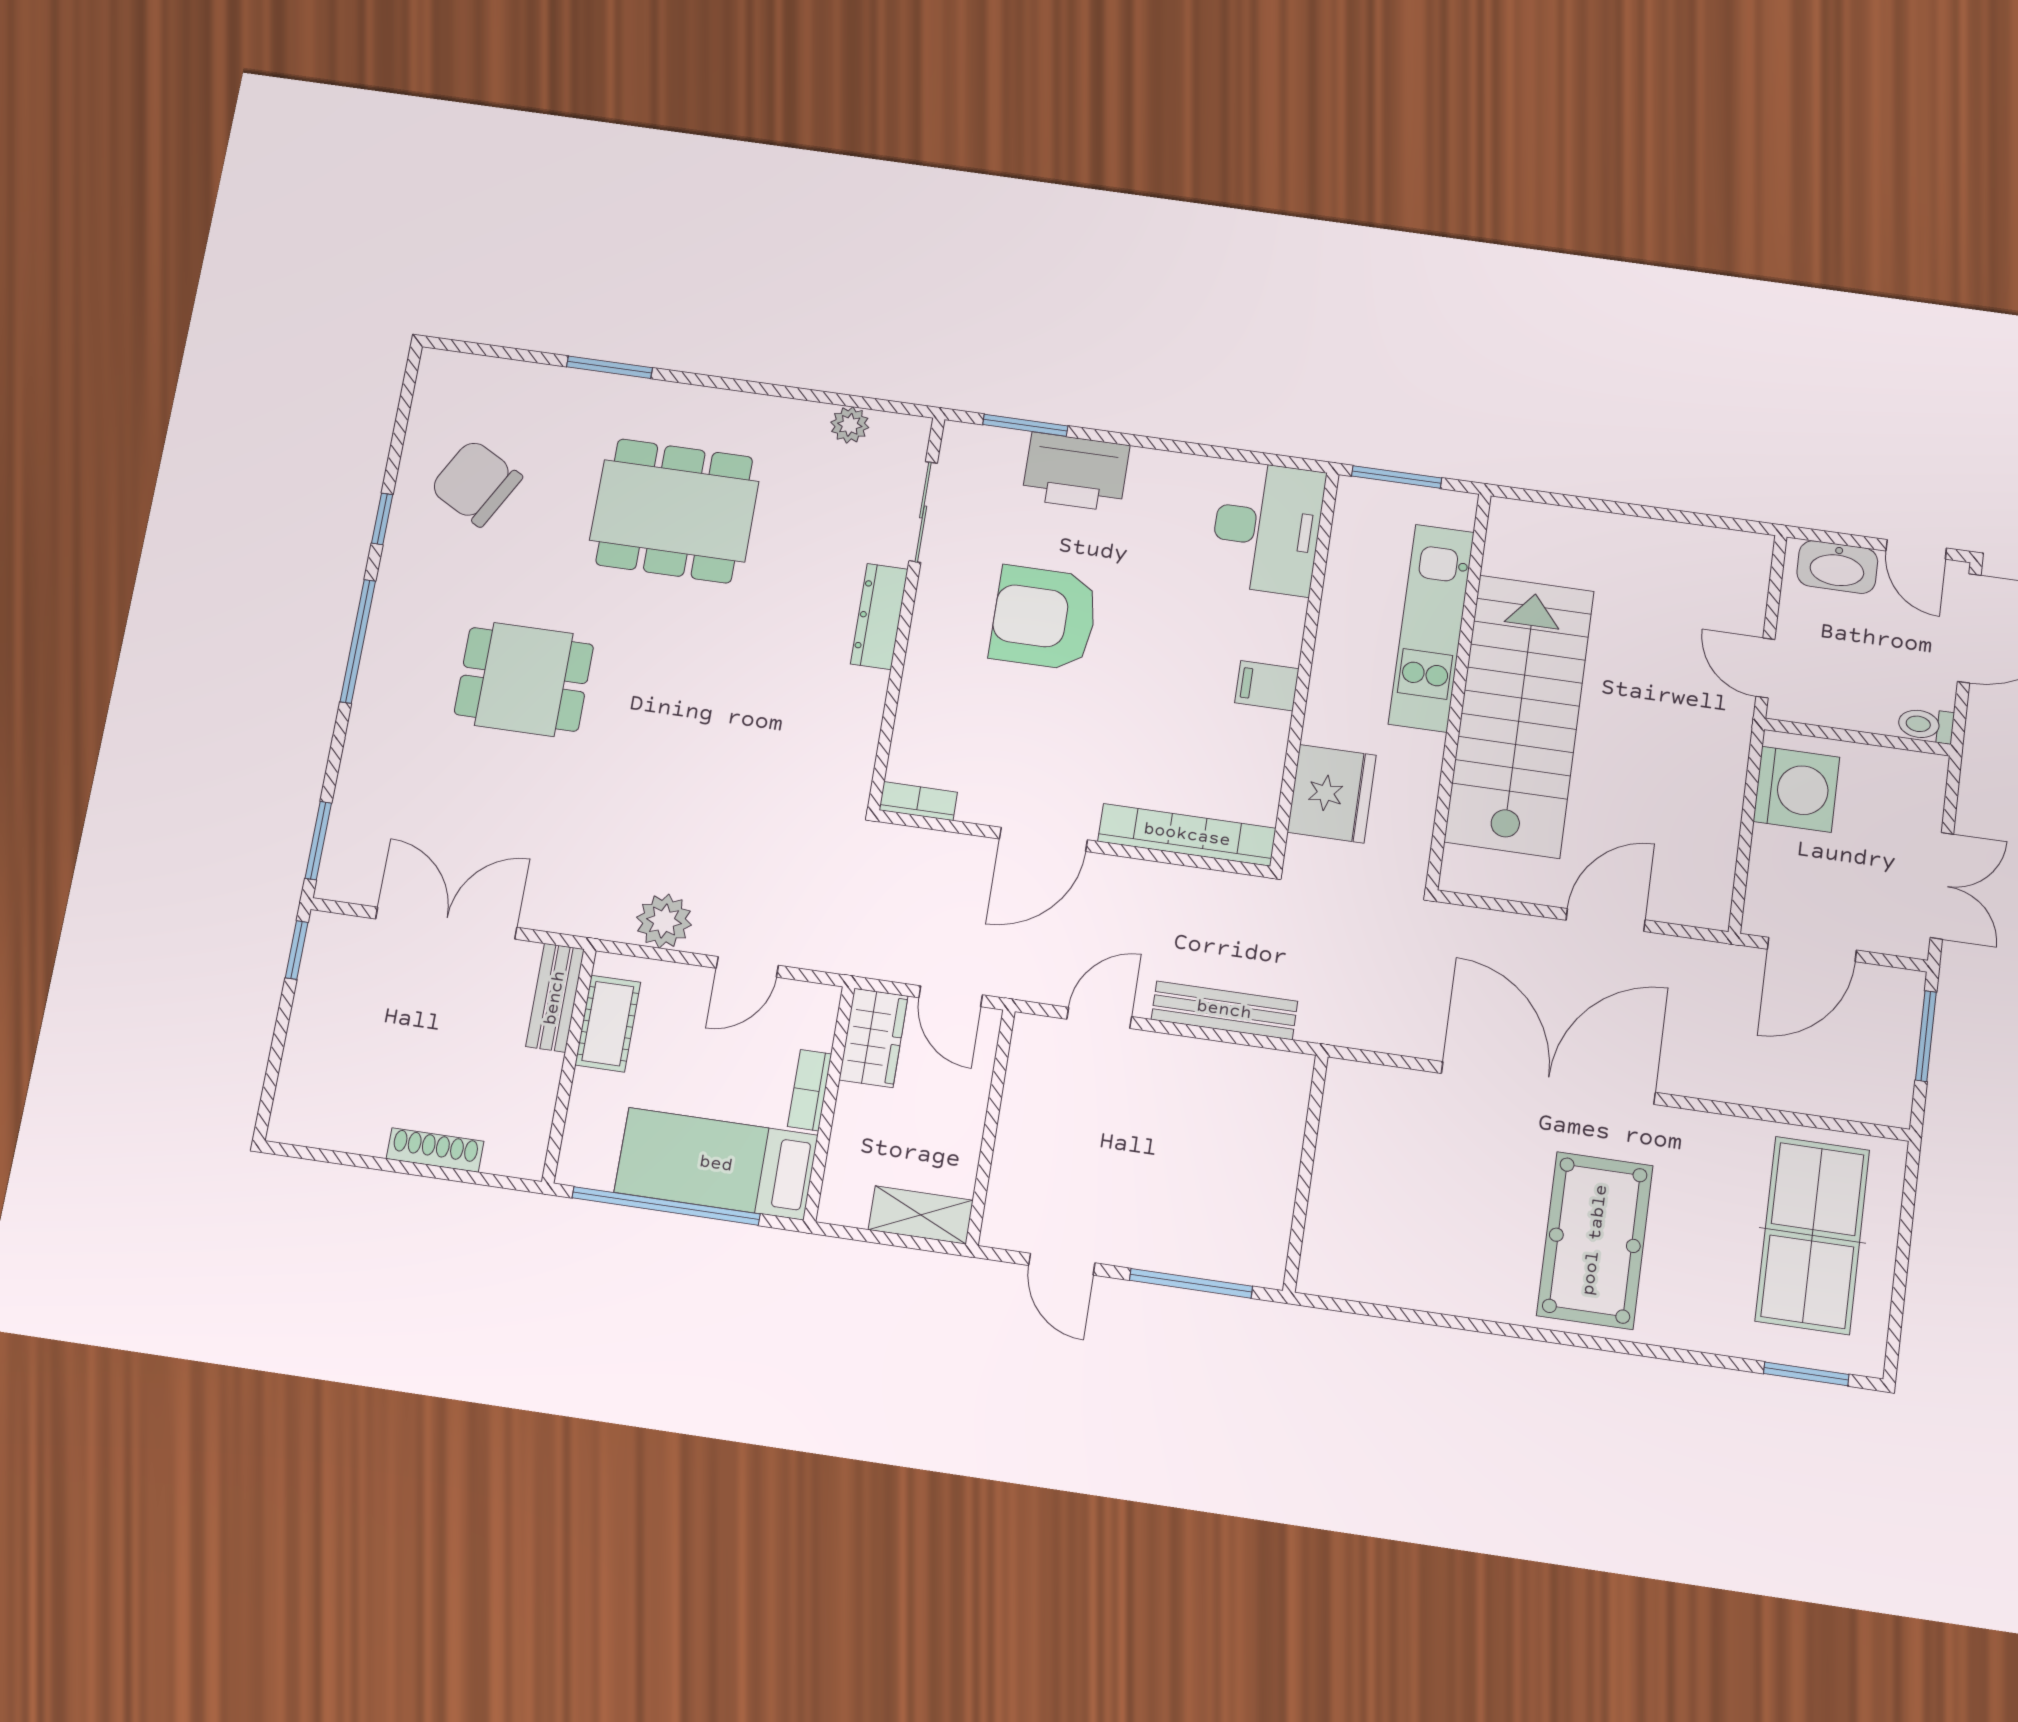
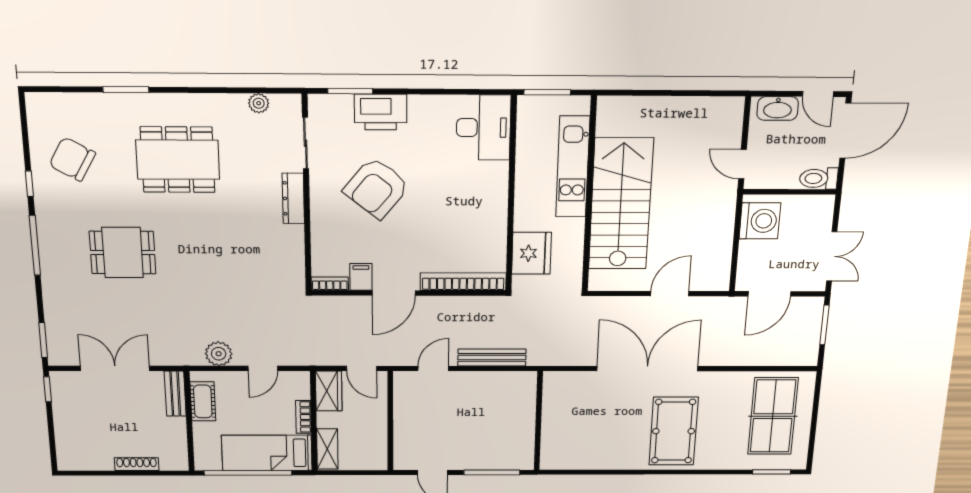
armchair: (1044, 618) -> (377, 188), turned -51
filing cabinet: (1267, 686) -> (361, 277), moved, turned 90
toilet: (1926, 725) -> (819, 178), width x1.37, depth x1.39
shelving: (921, 1215) -> (327, 449), moved, turned 90

